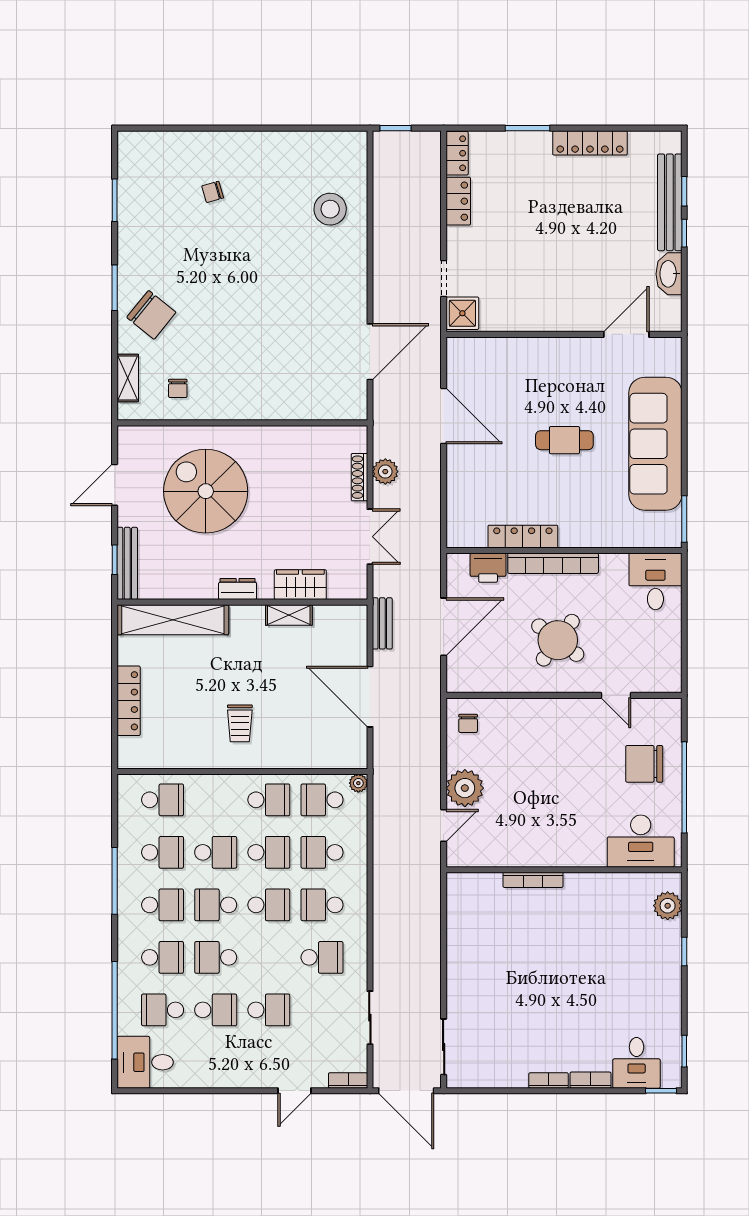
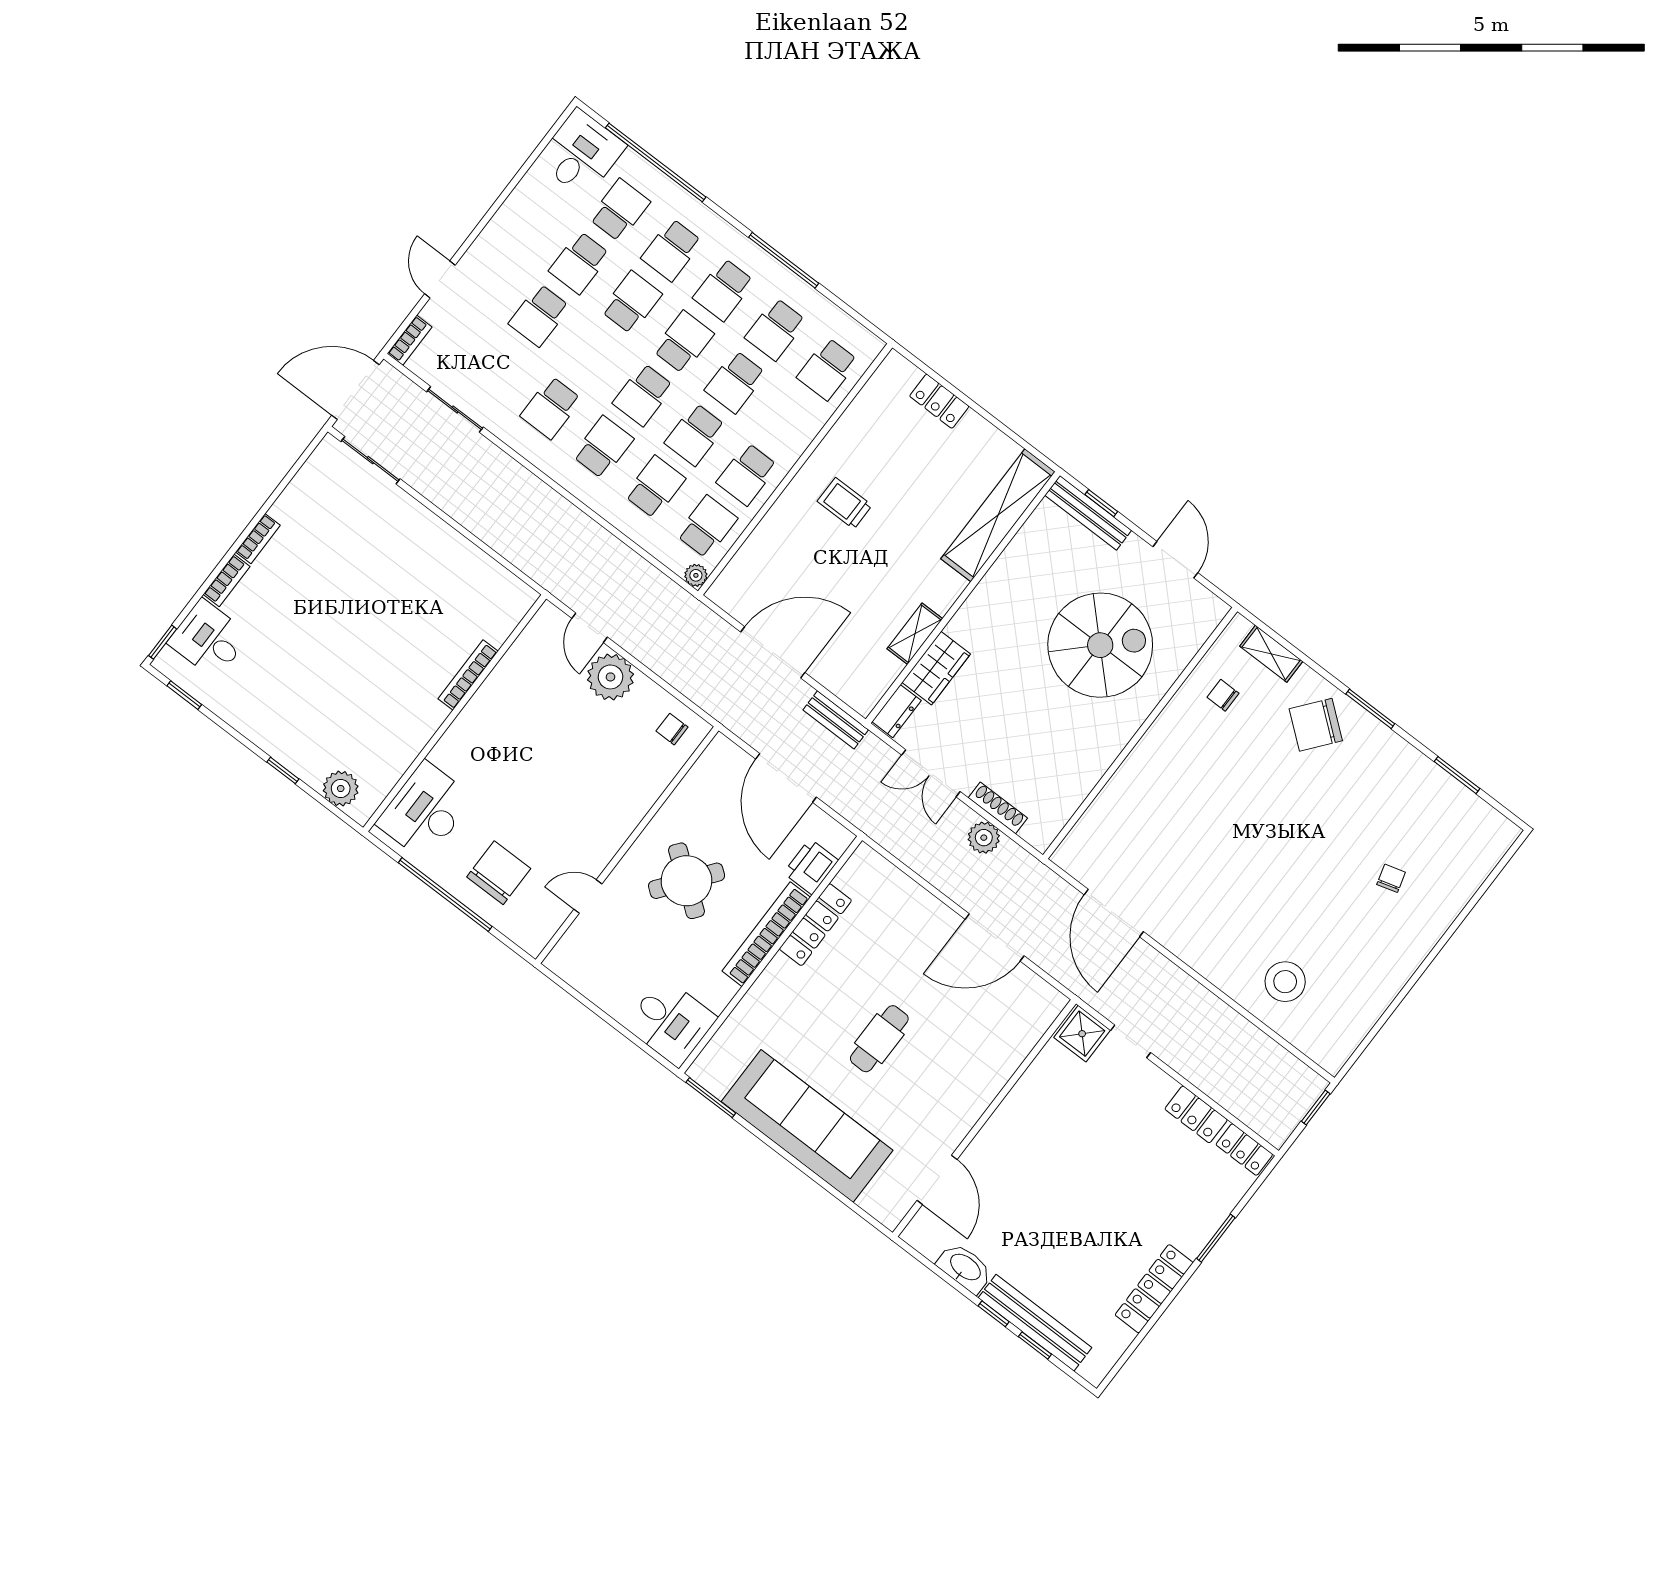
dresser: (238, 589) -> (896, 711), moved
locker: (129, 701) -> (939, 401), width x0.66

